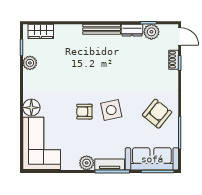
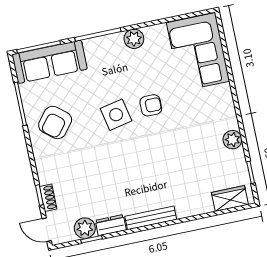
plant: (30, 63) -> (232, 140), moved
floor lamp: (31, 108) -> (221, 96), removed
tv unit: (110, 165) -> (103, 43), removed

